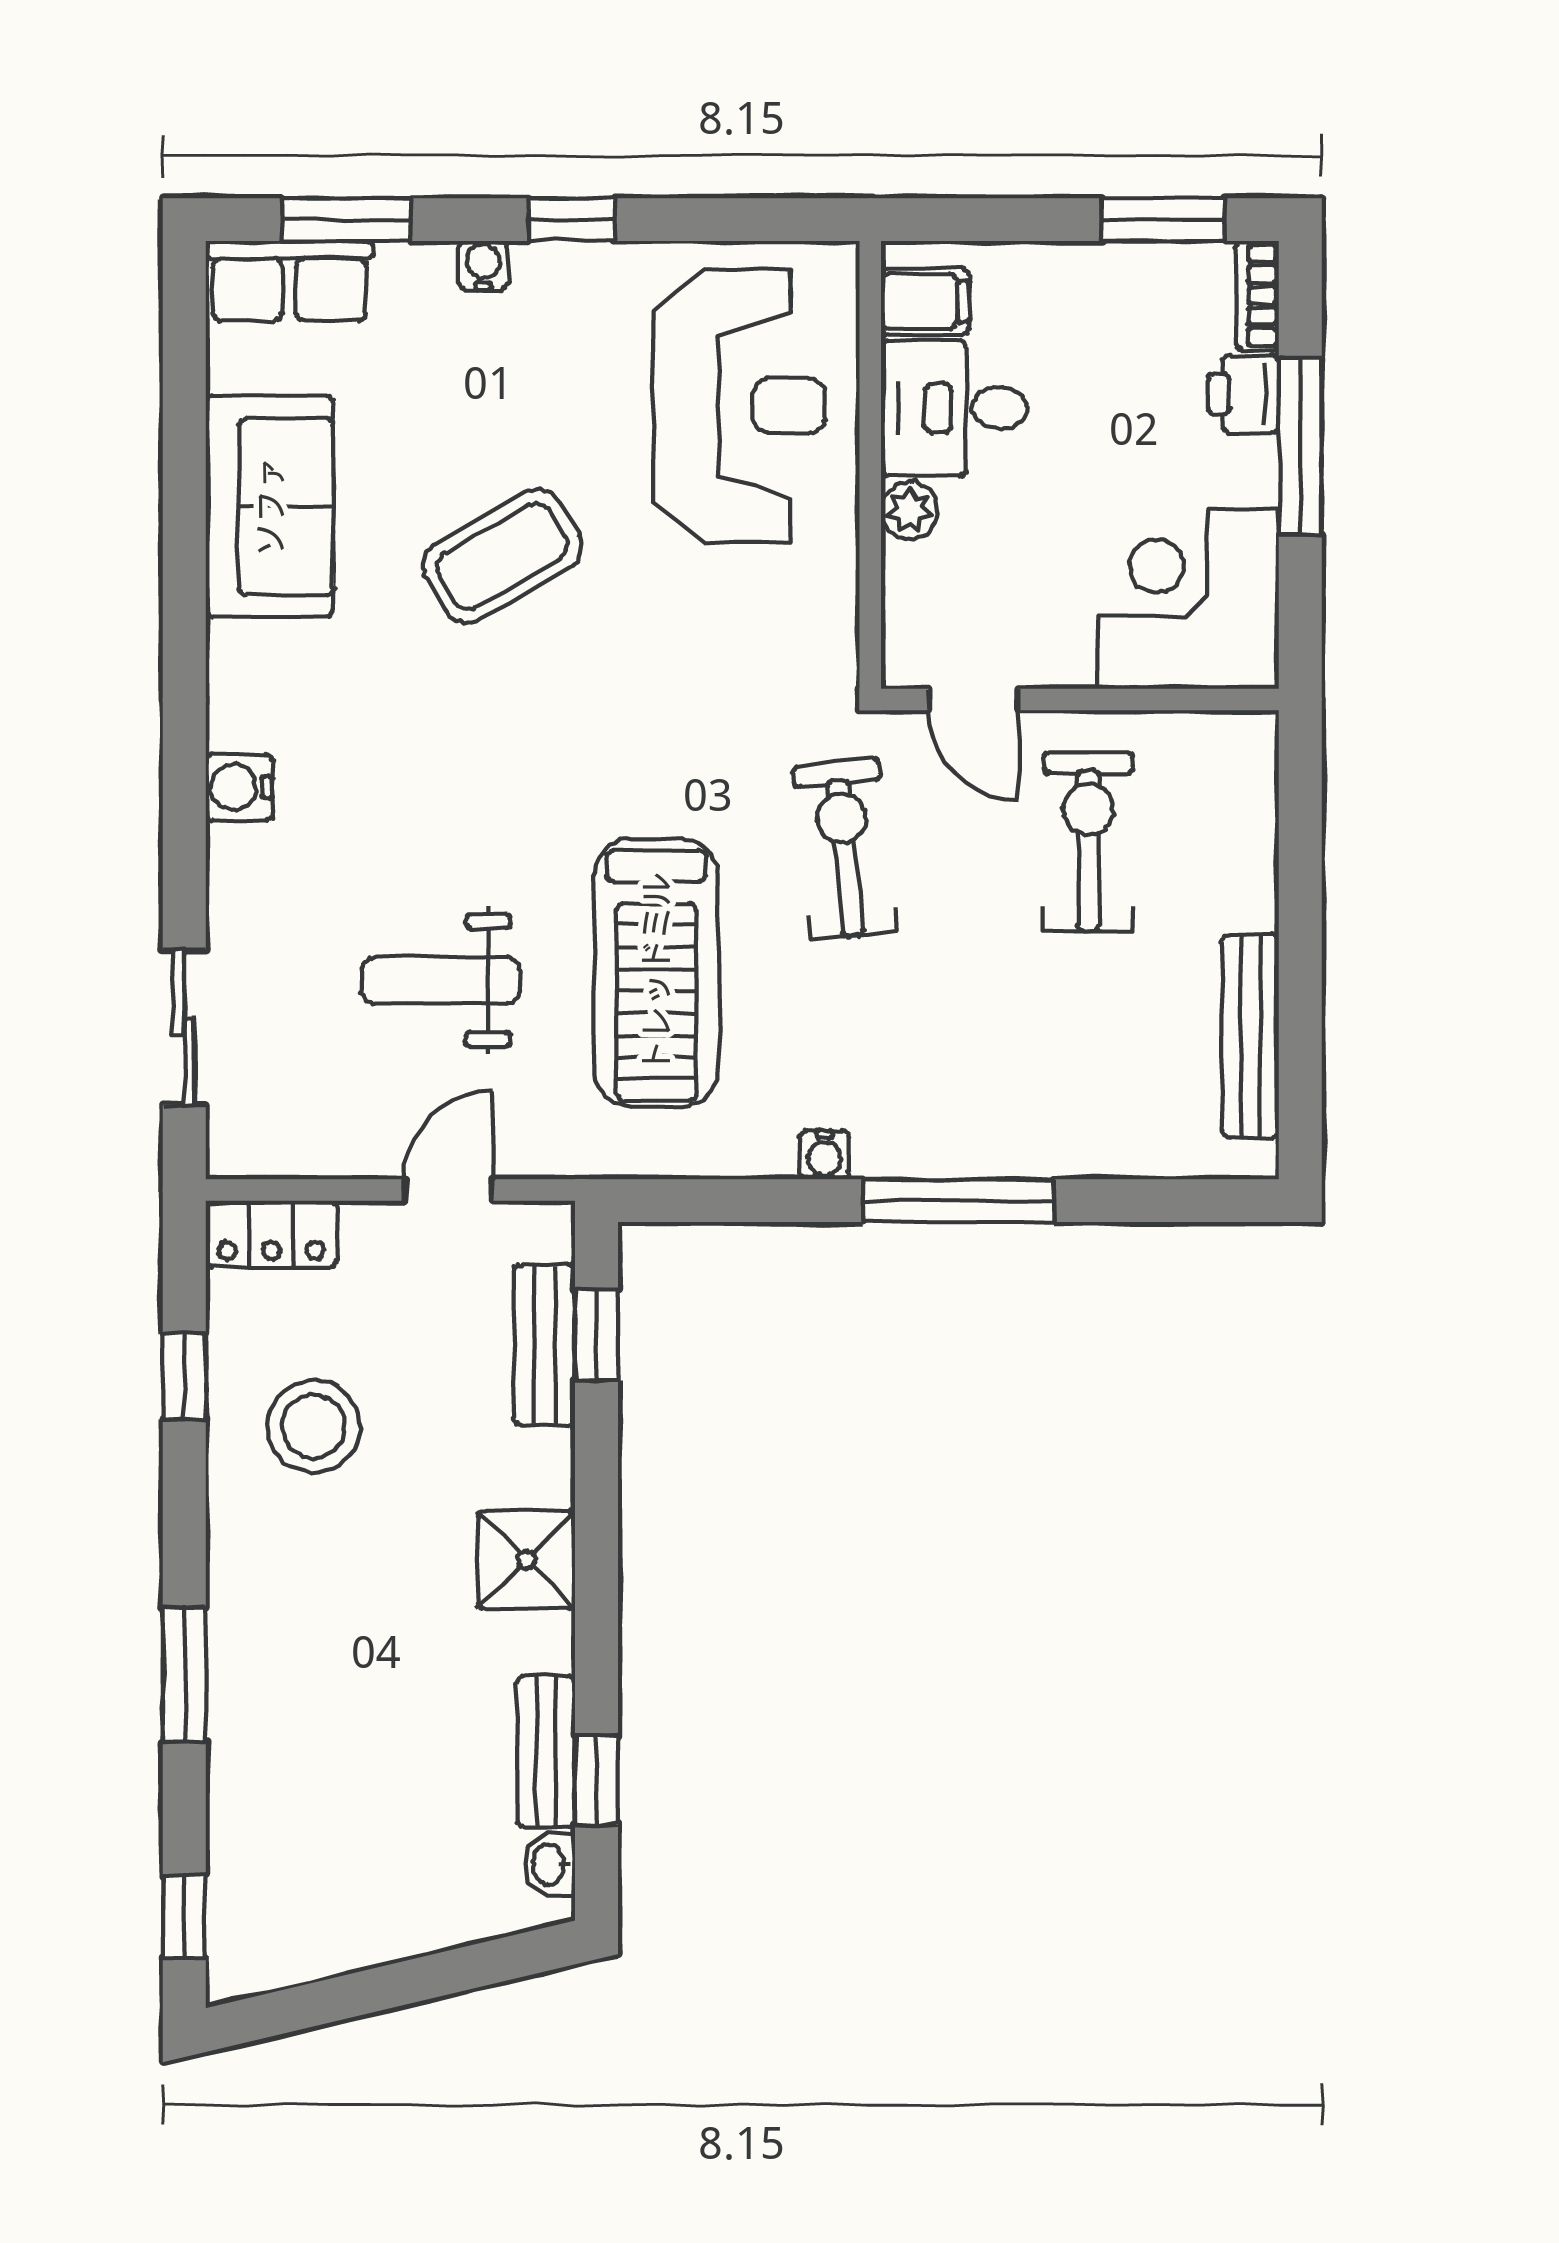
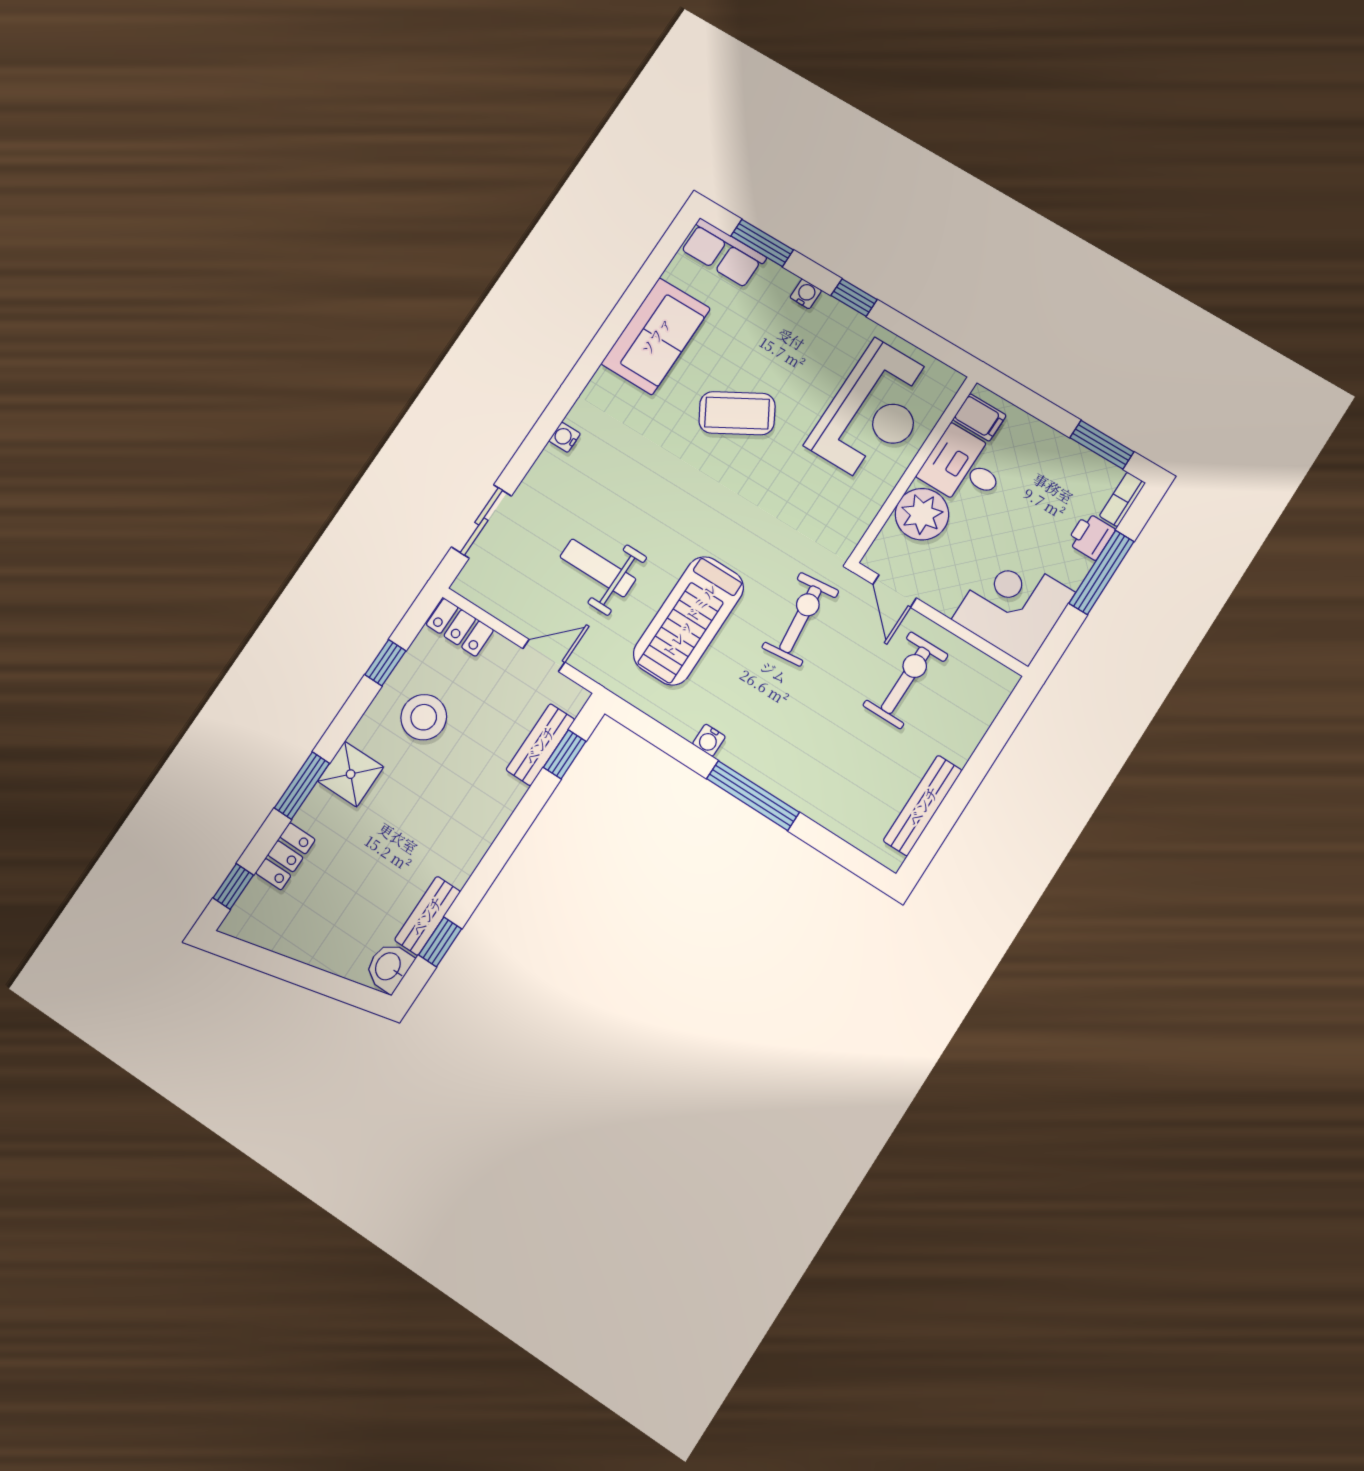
plant: (909, 510) -> (922, 514), width x1.87, depth x1.87
water cooler: (239, 787) -> (565, 437), width x0.72, depth x0.72
shower: (526, 1560) -> (351, 774), moved
locker: (238, 1810) -> (285, 856), added
washbasin: (550, 1864) -> (389, 967), width x1.38, depth x1.45

